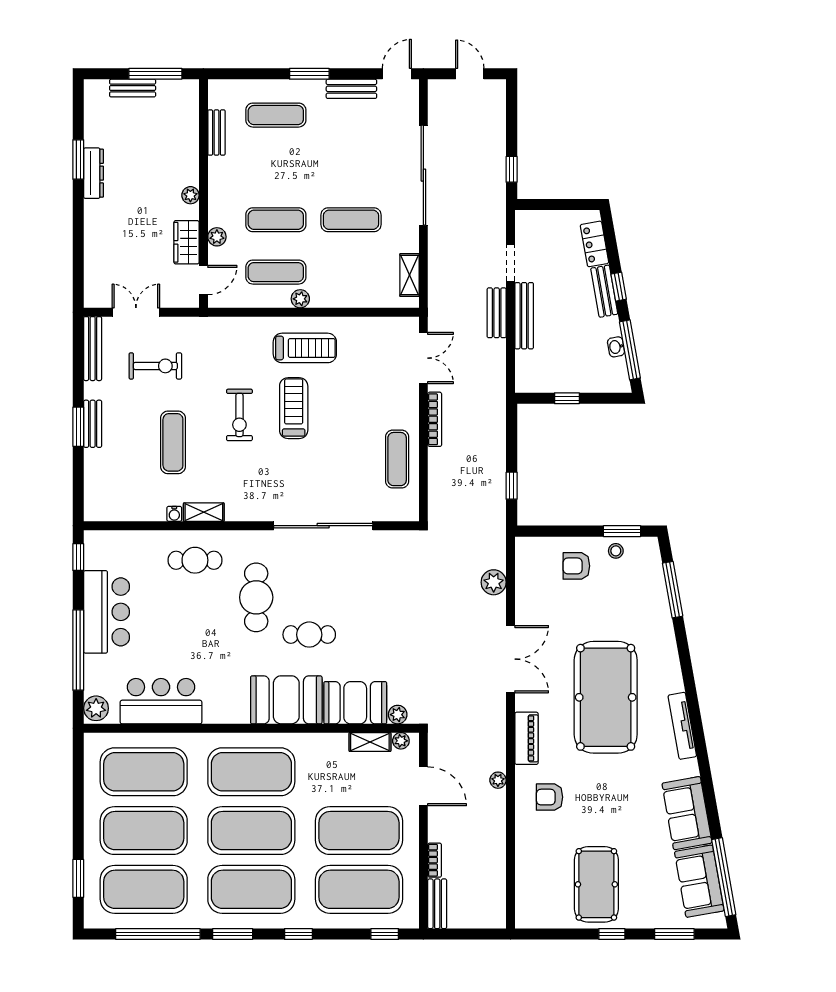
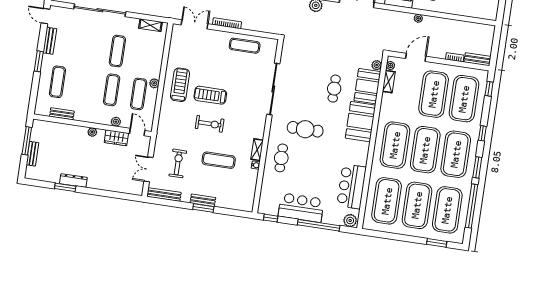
cafe table: (309, 635) -> (334, 89), moved

